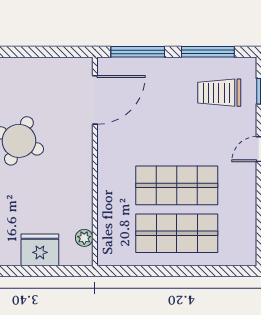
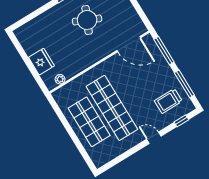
trolley: (219, 93) -> (168, 101), turned -90
shop shelf: (177, 185) -> (112, 108), width x1.40

